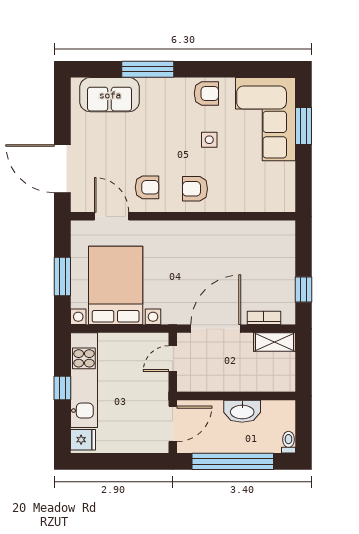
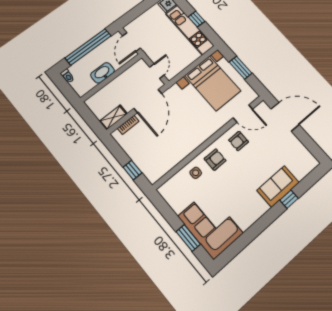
window: (148, 69) -> (289, 199), width x0.46
armchair: (206, 93) -> (251, 212), removed
sofa: (110, 95) -> (278, 186), moved
side table: (209, 140) -> (196, 173), moved
window: (303, 289) -> (132, 170), moved

